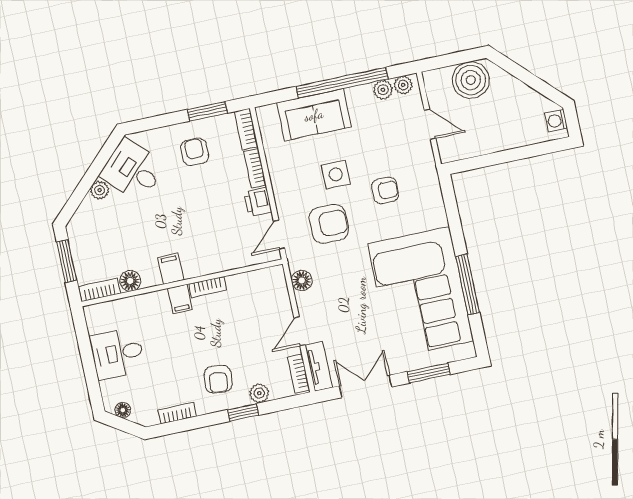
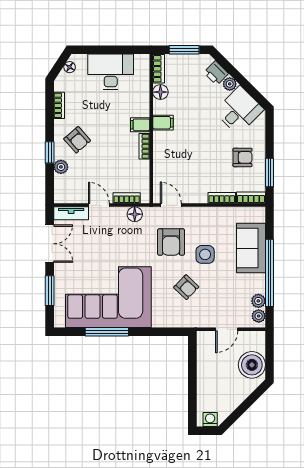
armchair: (385, 190) -> (186, 287), turned -46
printer: (258, 202) -> (216, 73), moved, turned -135
desk: (117, 353) -> (111, 72), width x1.37
bookcase: (299, 374) -> (127, 198), moved
armchair: (218, 379) -> (77, 140), turned -137

